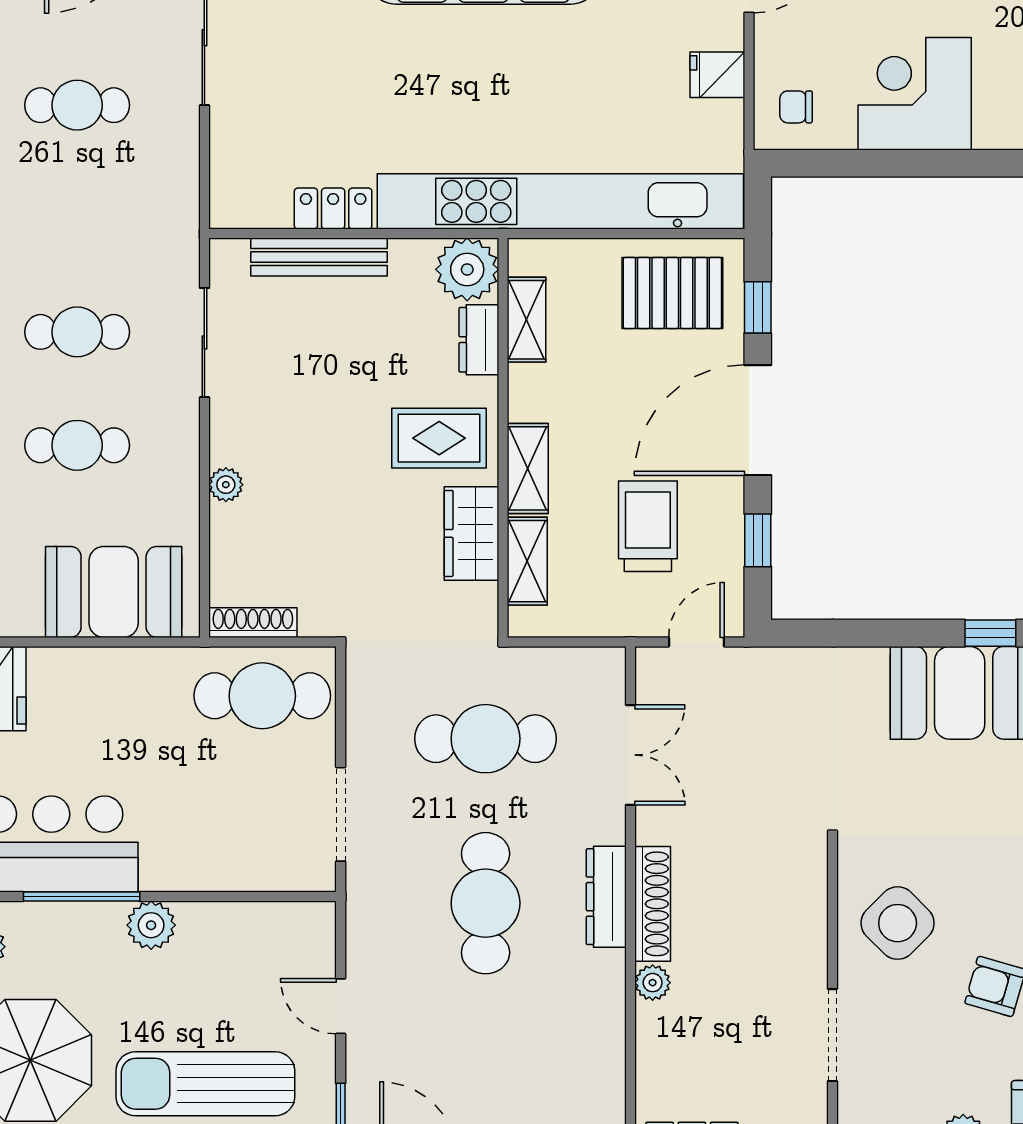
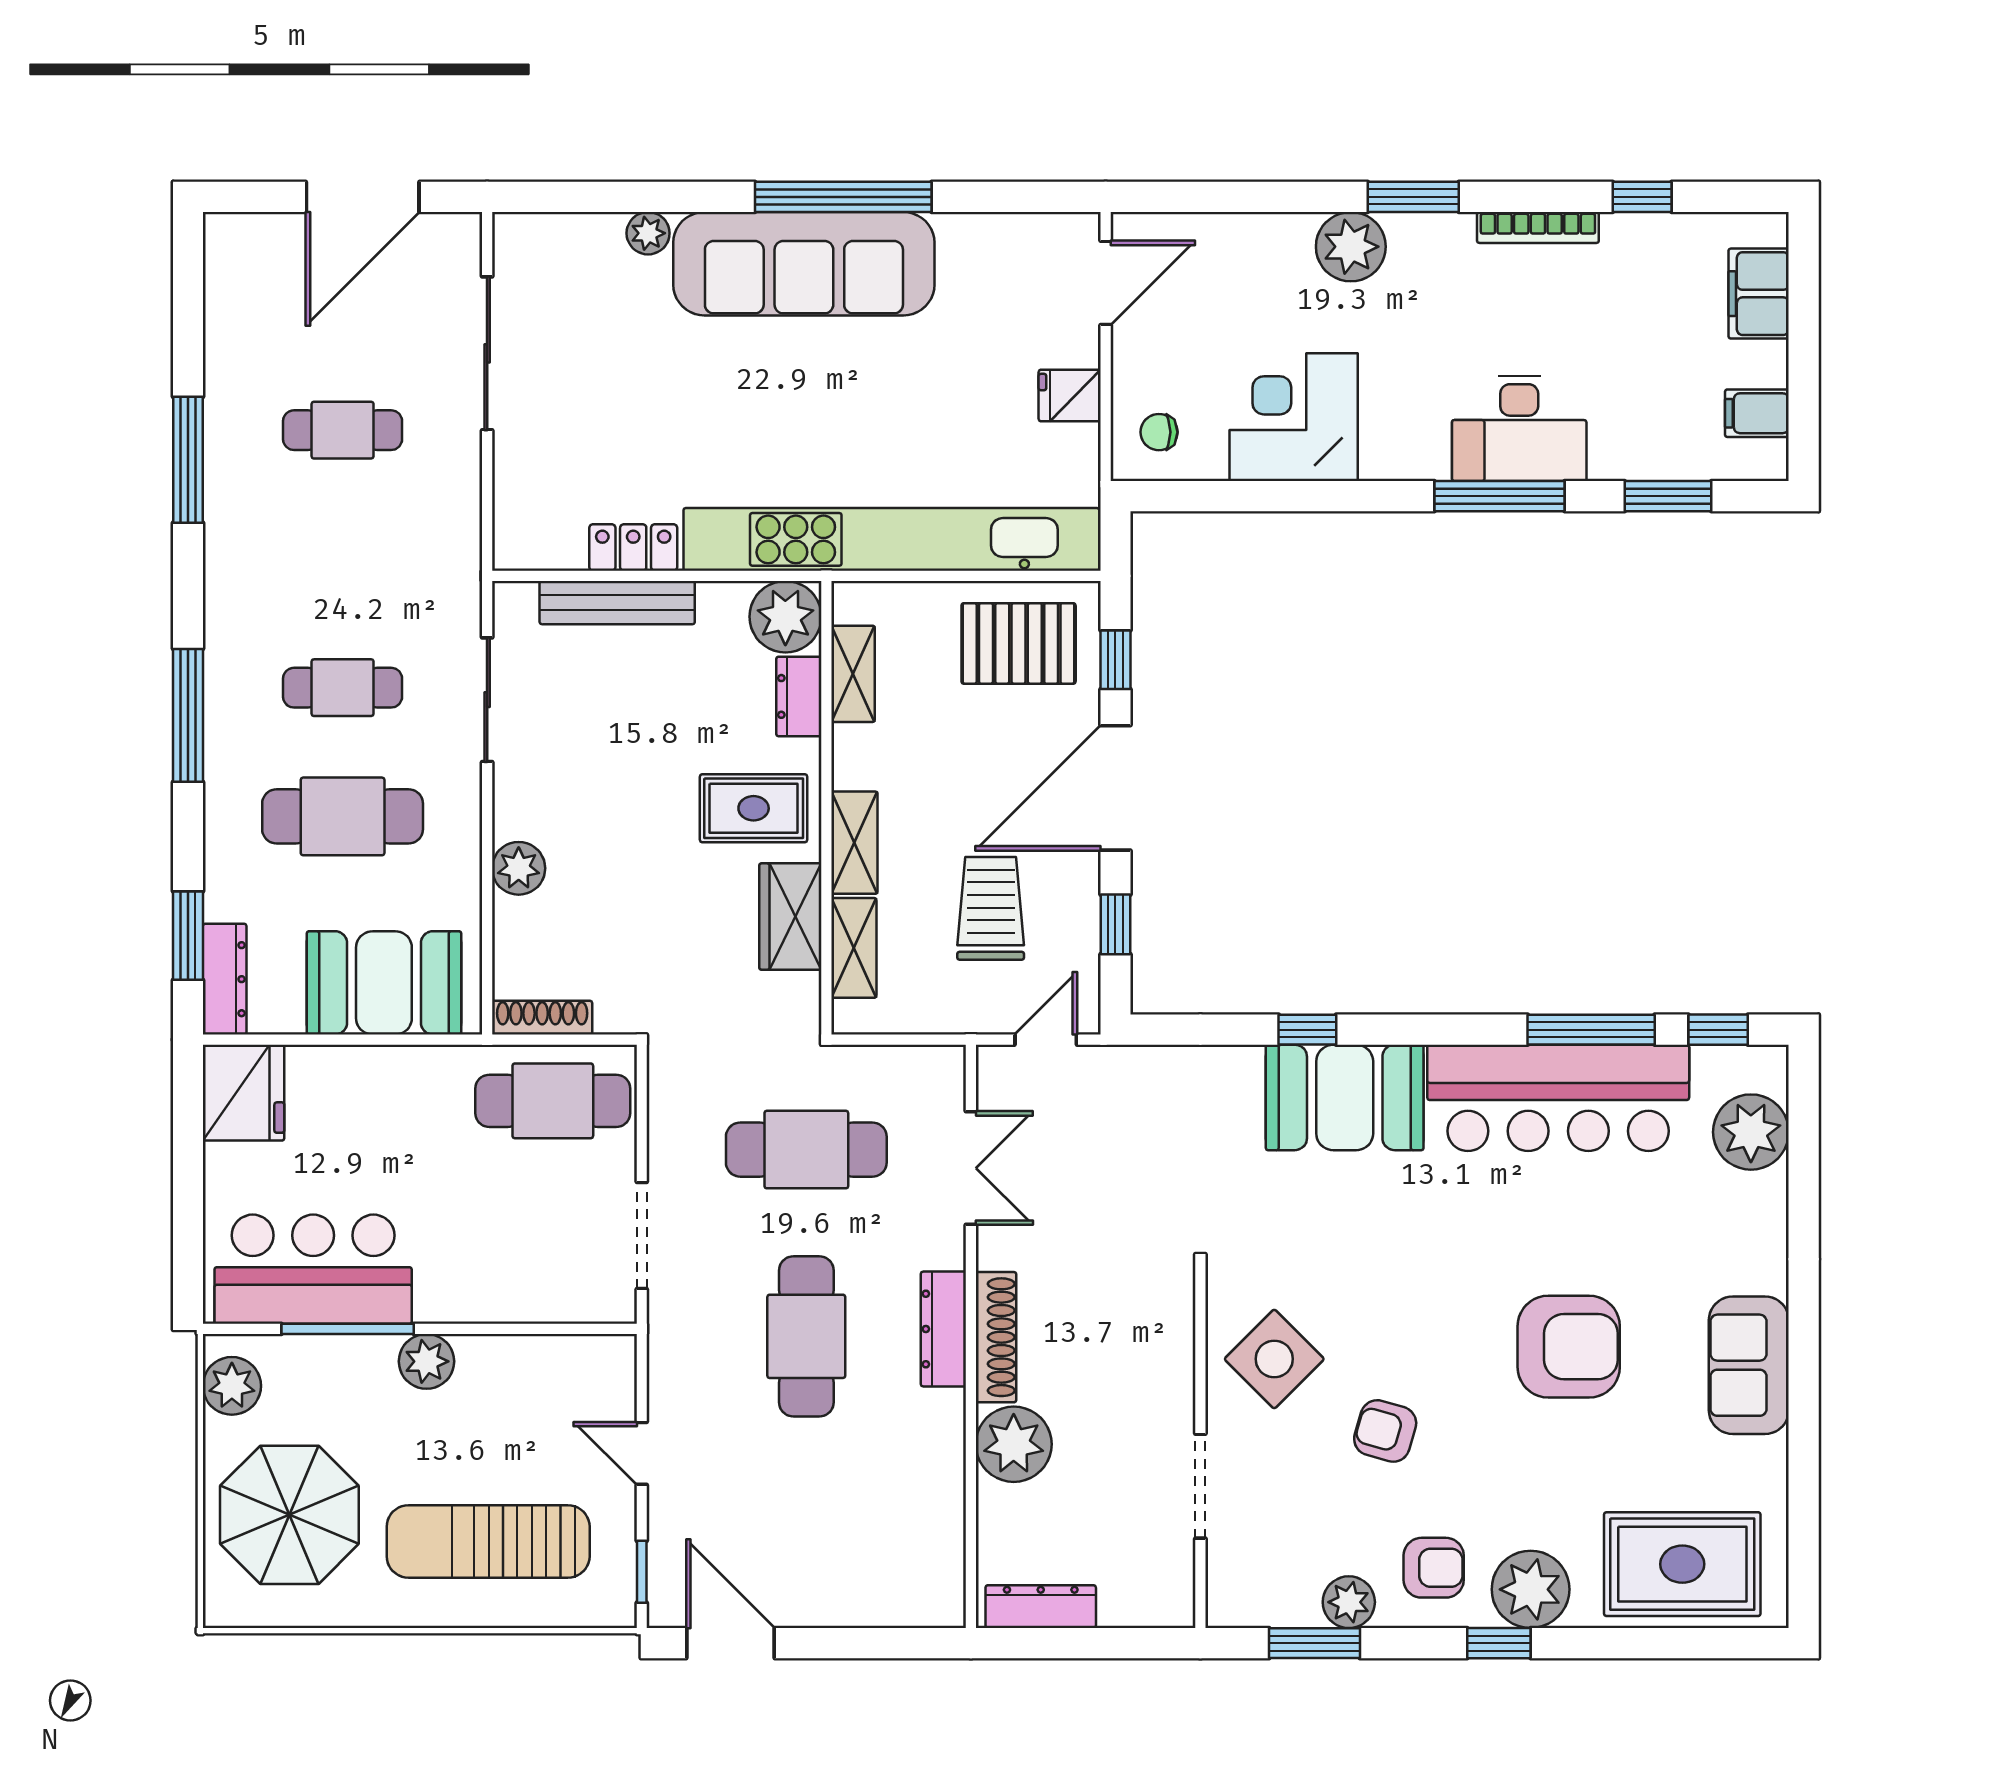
cafe table: (77, 445) -> (343, 816), width x1.37, depth x1.35
plant: (226, 485) -> (519, 868), width x1.38, depth x1.38
window: (990, 633) -> (1307, 1030), moved
plant: (653, 983) -> (1014, 1444), width x1.88, depth x1.88

